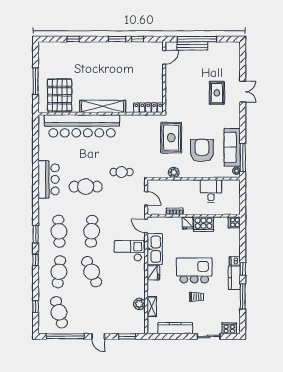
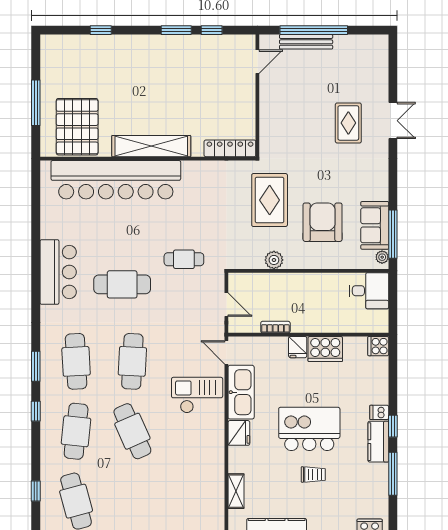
sofa: (232, 147) -> (375, 225), width x0.73
desk: (211, 191) -> (369, 291), moved, turned 90
plant: (139, 304) -> (215, 487), removed

